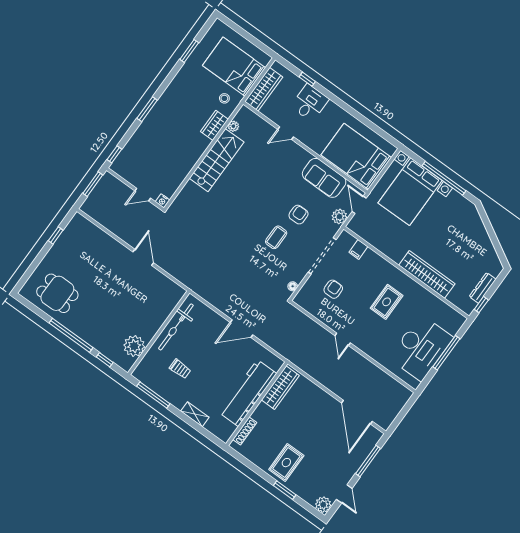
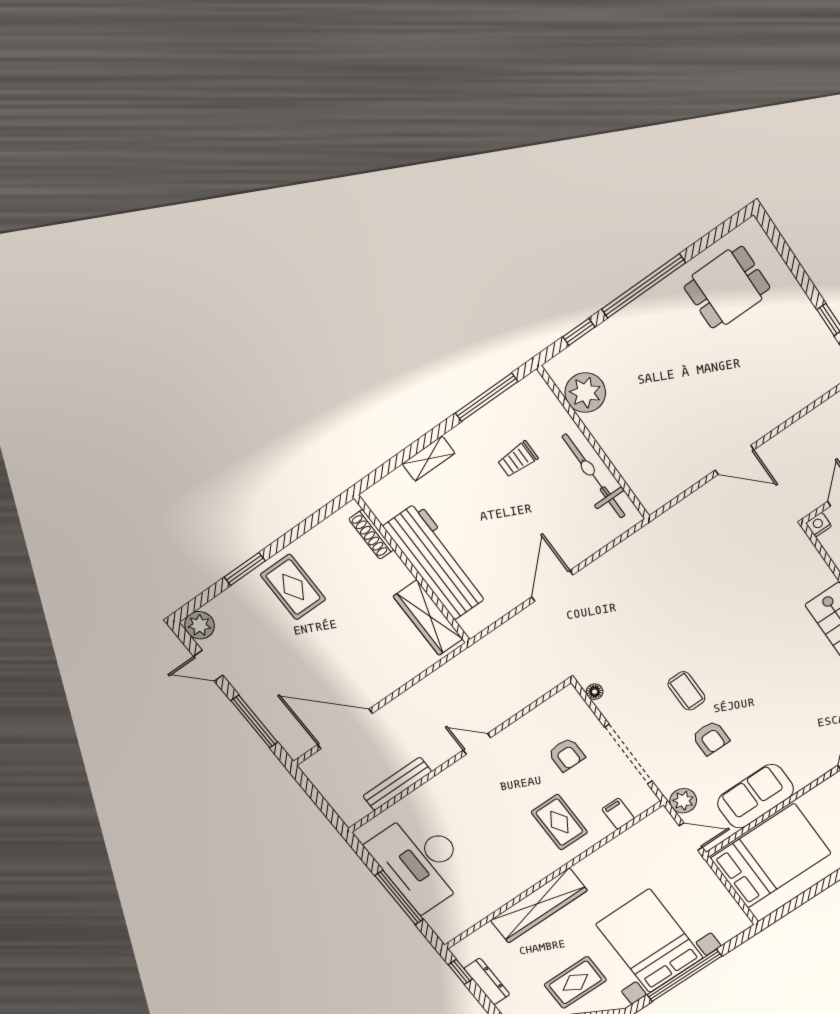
bed with nightstands: (410, 192) -> (650, 941), moved
rug: (468, 238) -> (575, 982), added
rug: (387, 302) -> (559, 822), moved
bench: (379, 375) -> (397, 784), added

